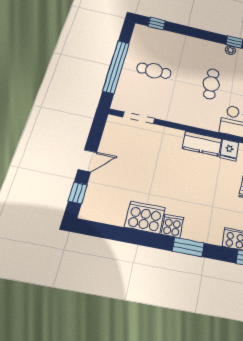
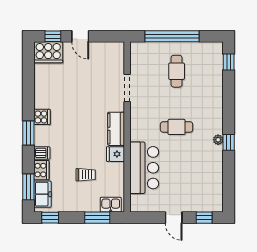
doorway: (139, 118) -> (127, 88), moved
cooker: (145, 217) -> (48, 52), moved, turned 90
dishwasher: (215, 234) -> (42, 153), added

